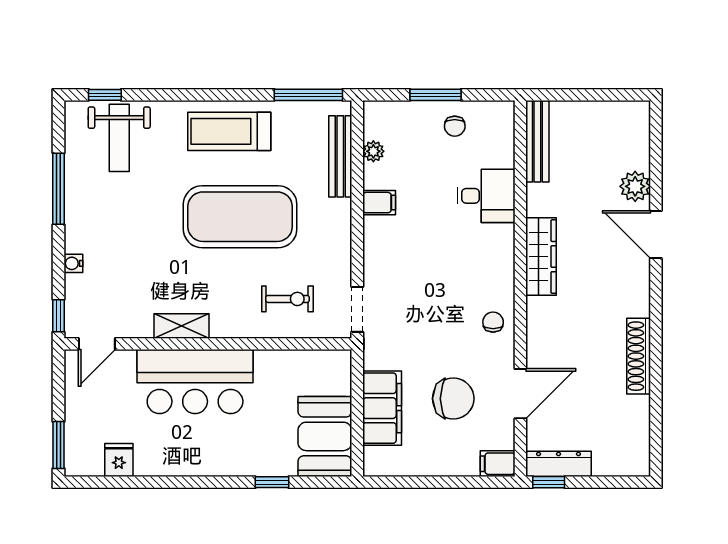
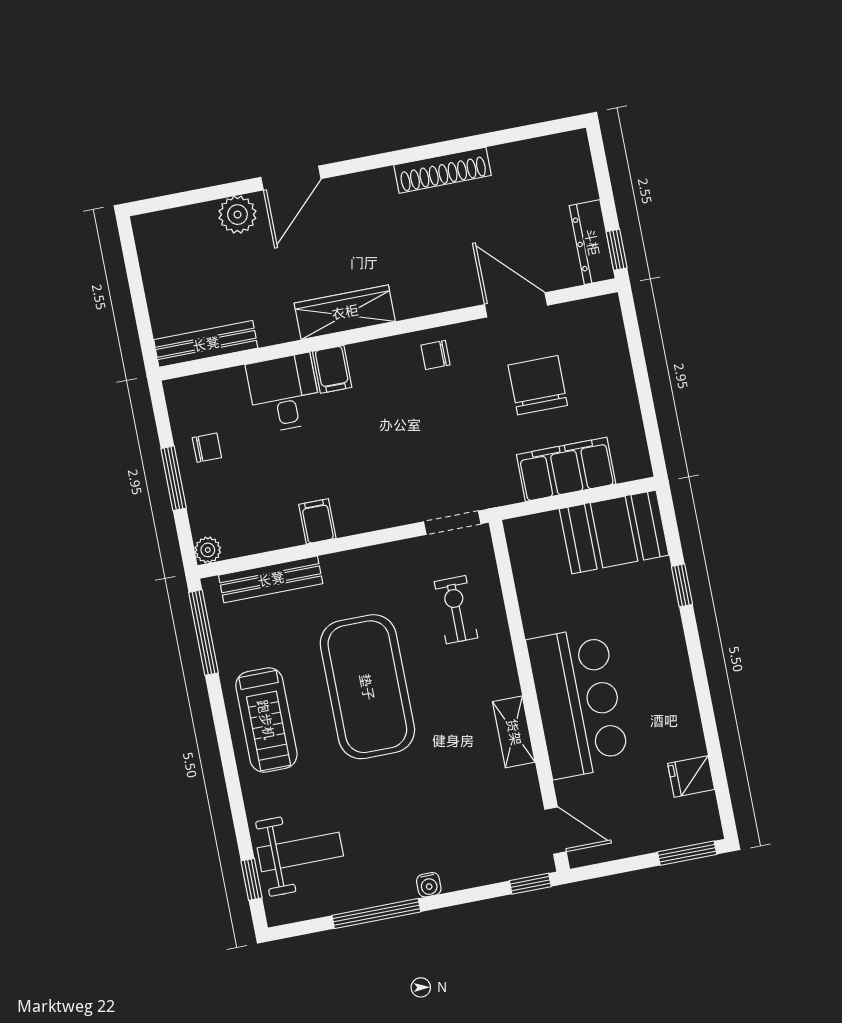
plant: (373, 151) -> (208, 550), moved
water cooler: (73, 263) -> (429, 885), moved
filing cabinet: (498, 464) -> (332, 369), moved

